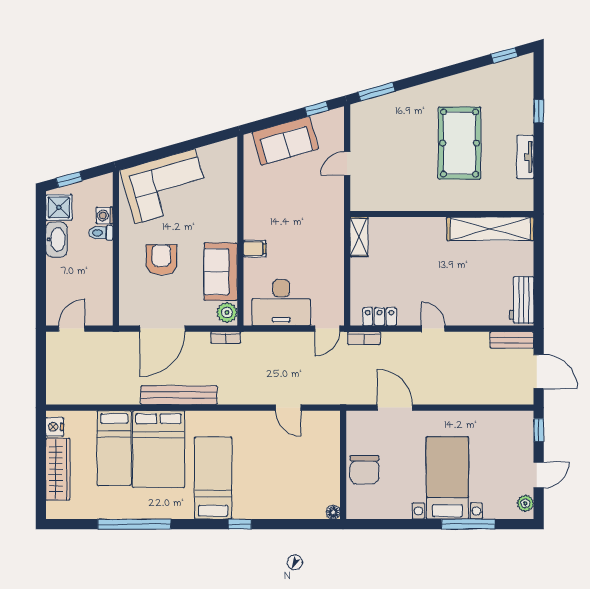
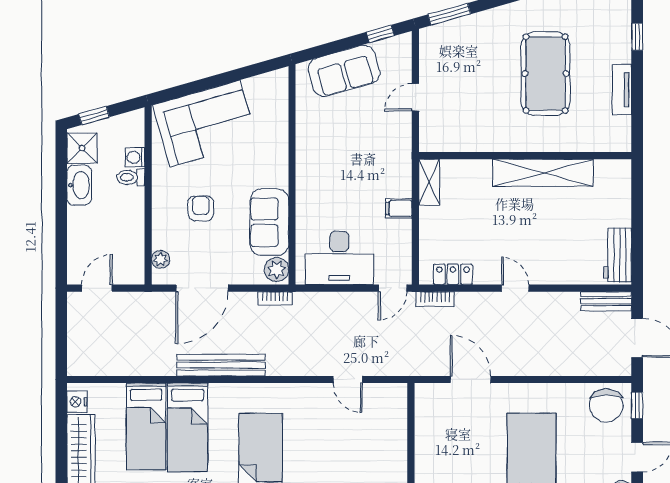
shelving: (490, 229) -> (543, 173), moved
filing cabinet: (255, 249) -> (399, 208), moved, turned 180
armchair: (161, 260) -> (201, 209), width x0.72, depth x0.72
plant: (127, 304) -> (161, 259), added
bed: (159, 449) -> (188, 427), width x0.67
chair: (364, 470) -> (606, 405), moved

